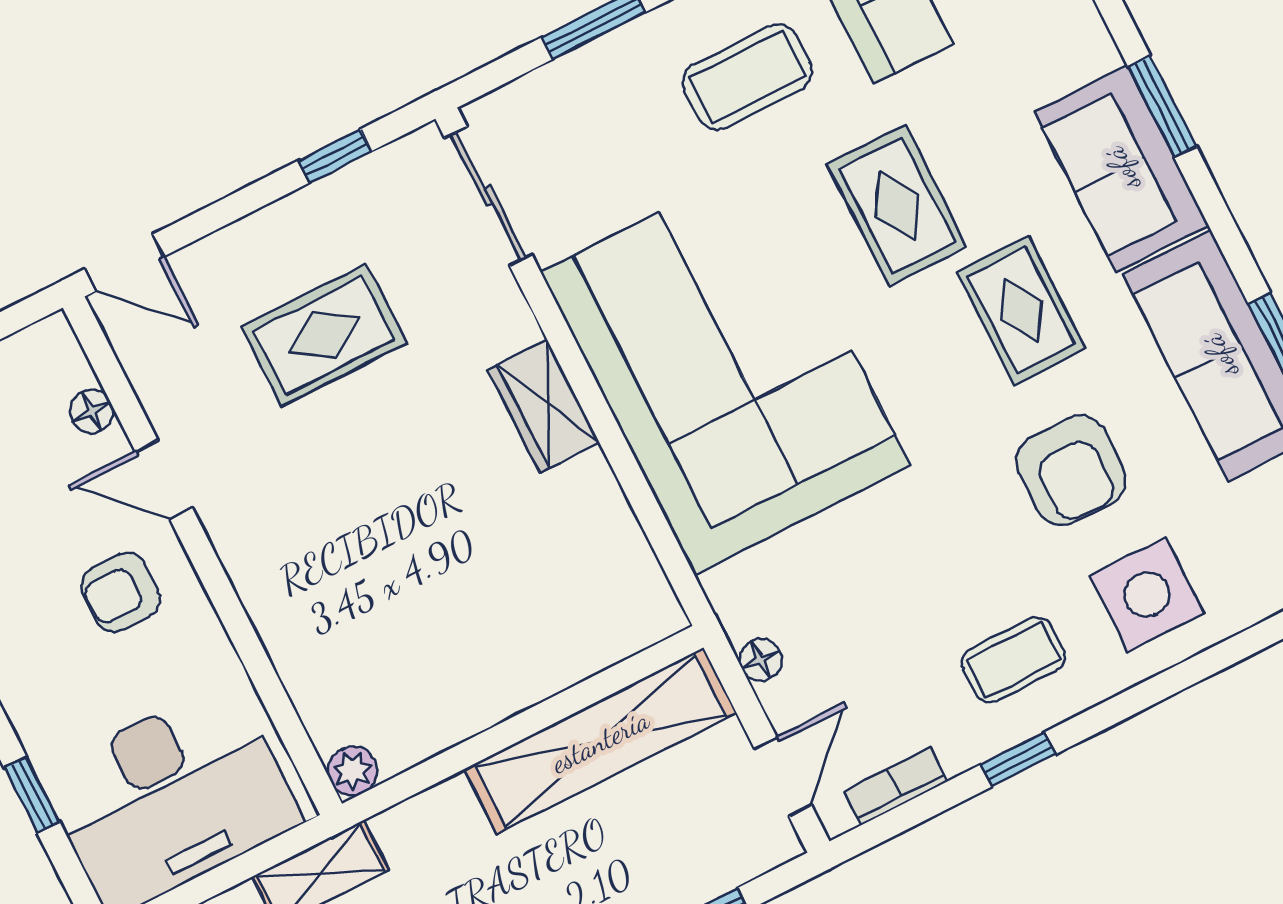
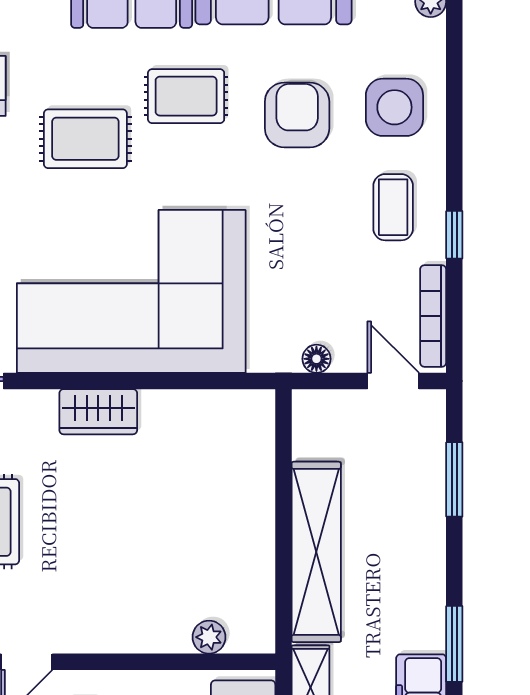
armchair: (1071, 470) -> (297, 115), turned -90
shelving: (600, 741) -> (316, 552), moved
plant: (353, 771) -> (209, 637), moved
bookcase: (896, 786) -> (433, 316), width x1.56

